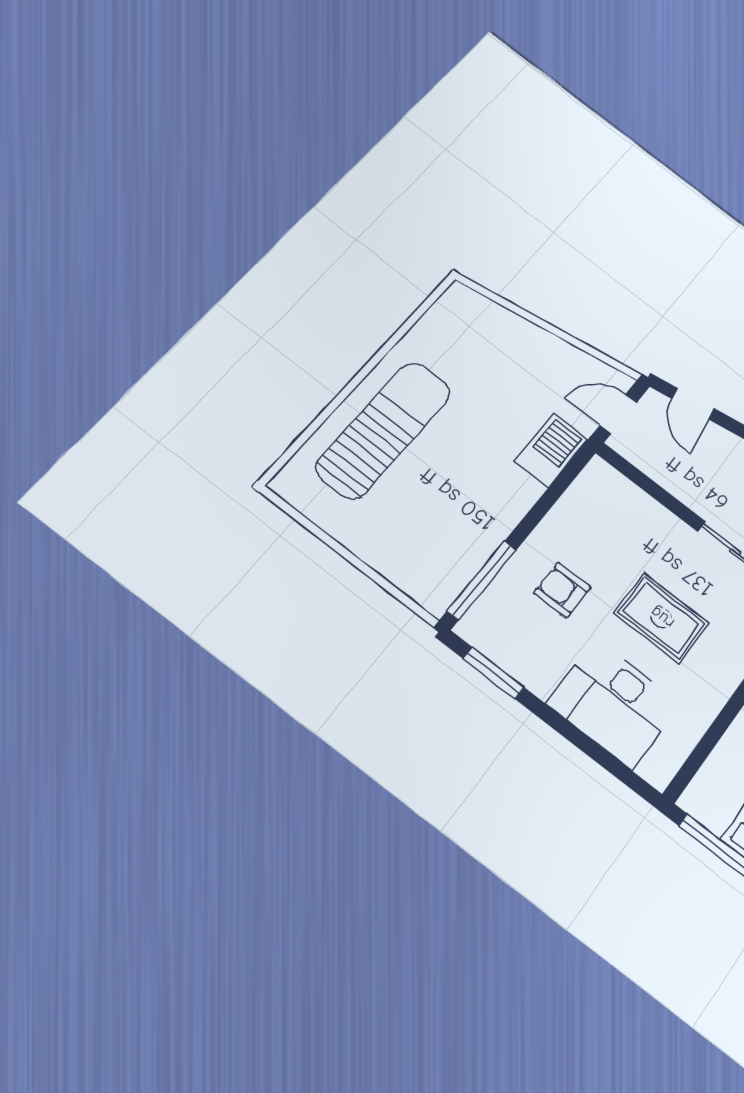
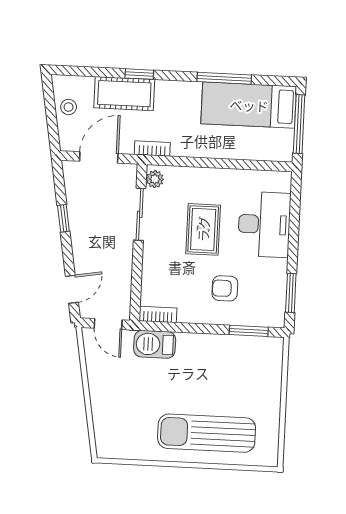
bookcase: (587, 482) -> (158, 315), added
window: (482, 580) -> (249, 331), width x0.69
armchair: (562, 590) -> (225, 288), turned 90

